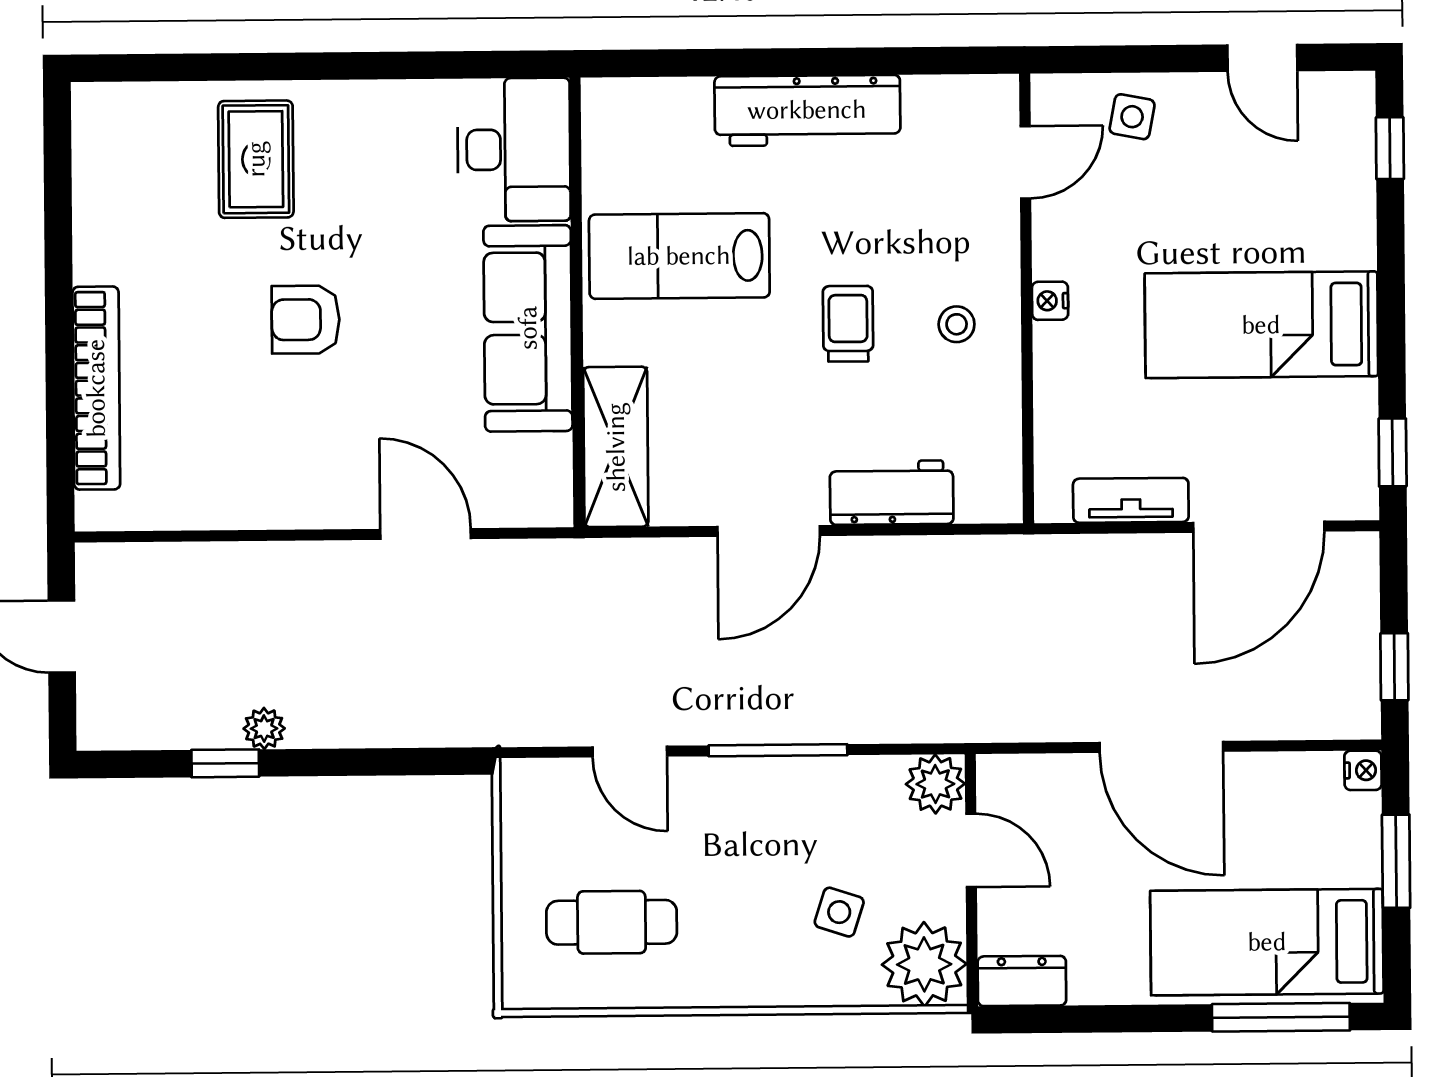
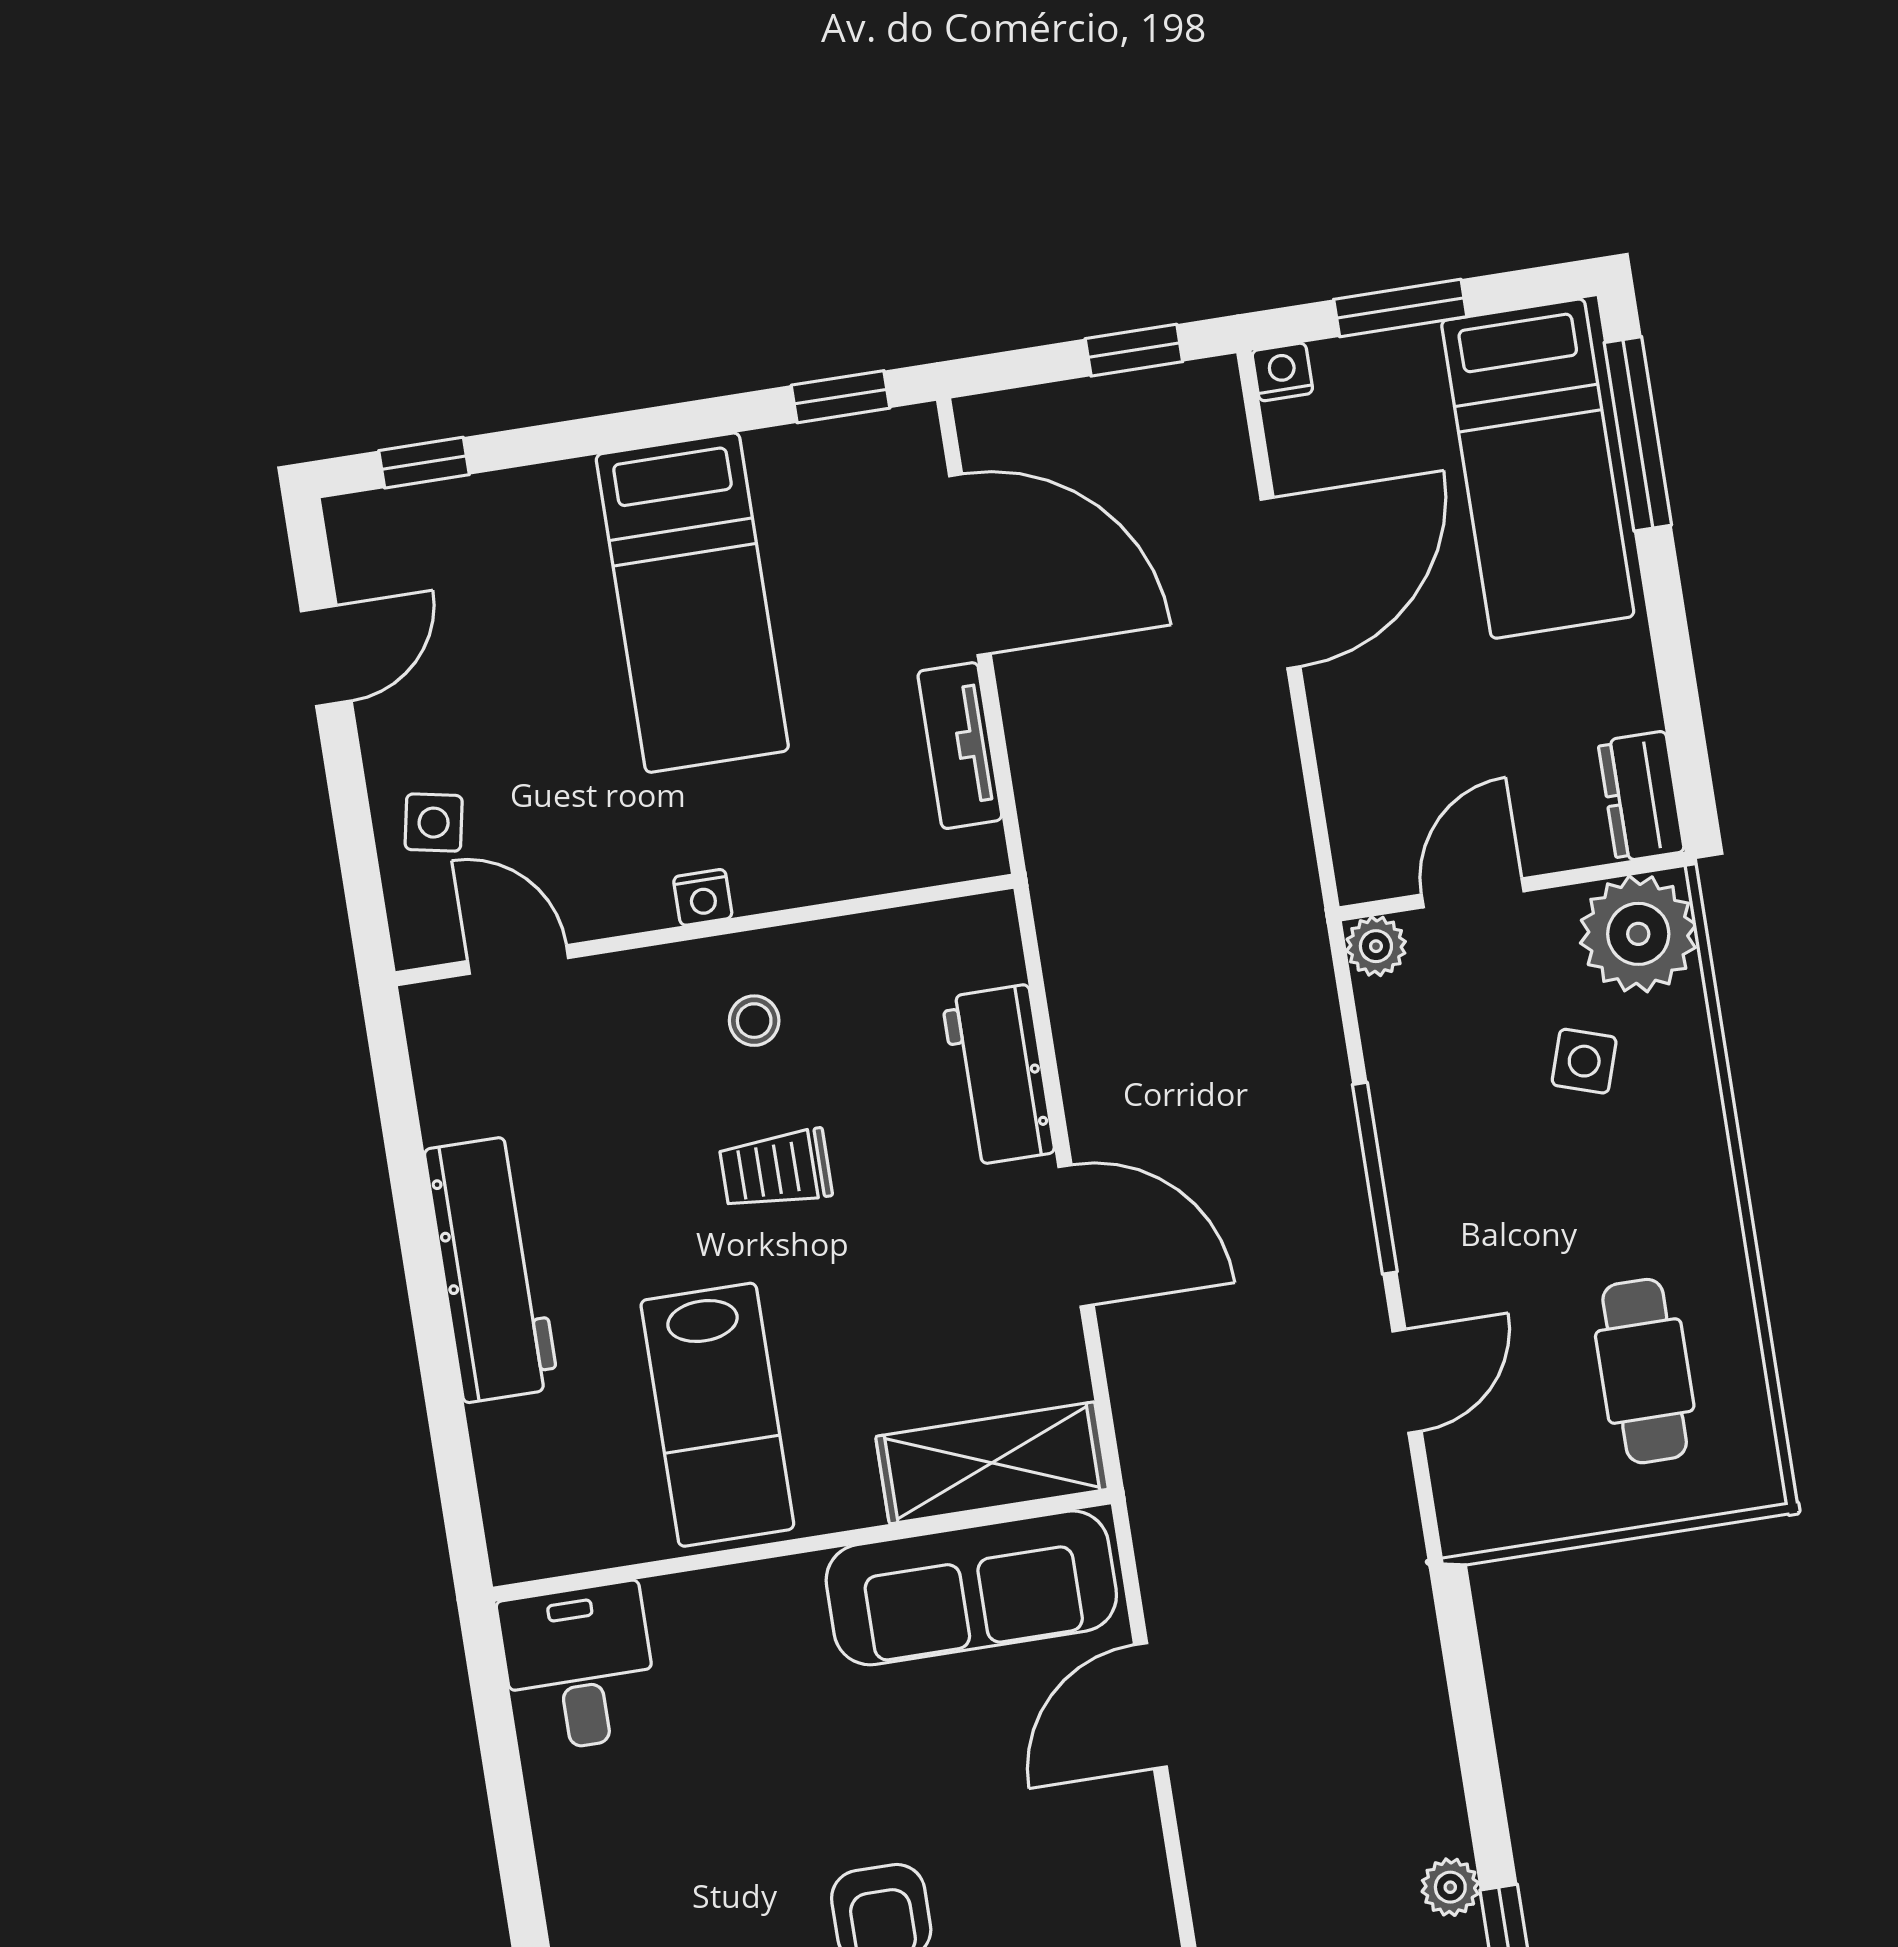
desk: (514, 150) -> (579, 1667), width x0.73
sofa: (528, 328) -> (971, 1588), moved
door: (1161, 747) -> (1281, 583), moved
plant: (935, 784) -> (1376, 946), width x0.73, depth x0.73

